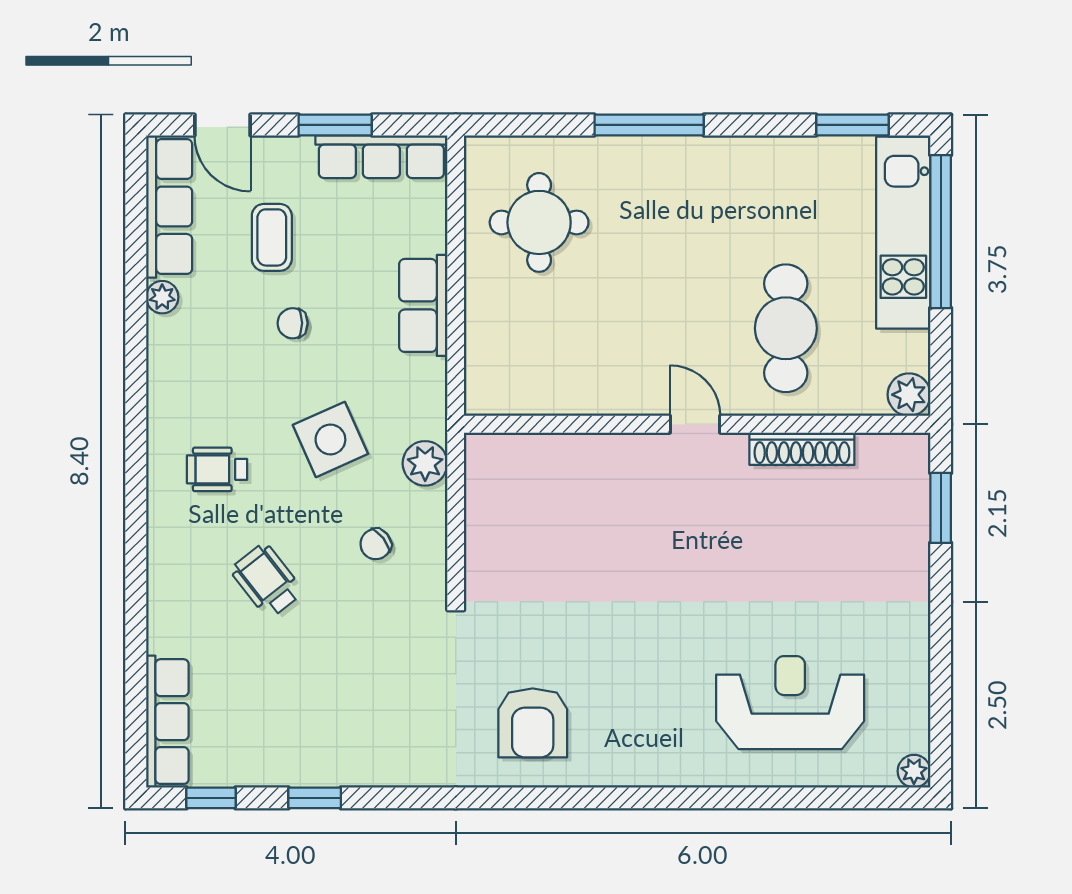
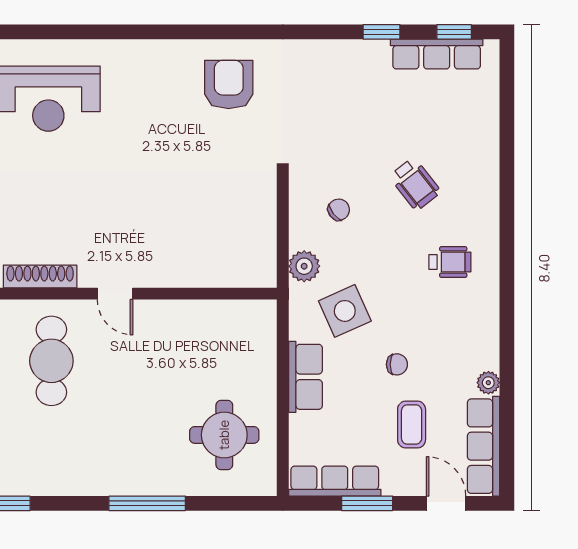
side table: (330, 439) -> (345, 311), moved
row of seats: (167, 722) -> (437, 54), moved, turned -90

